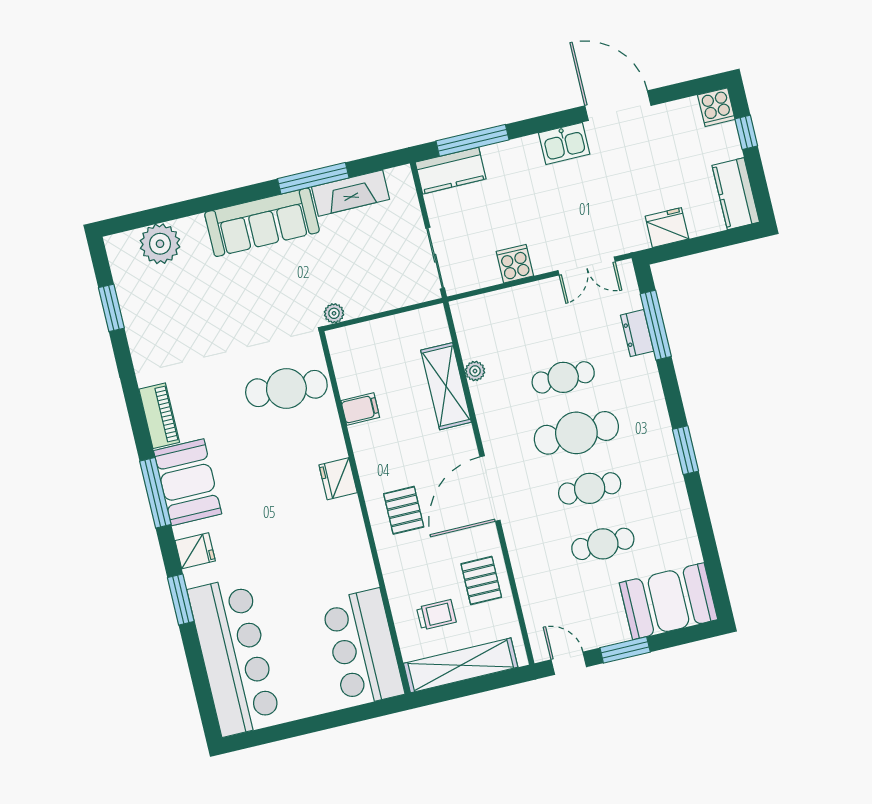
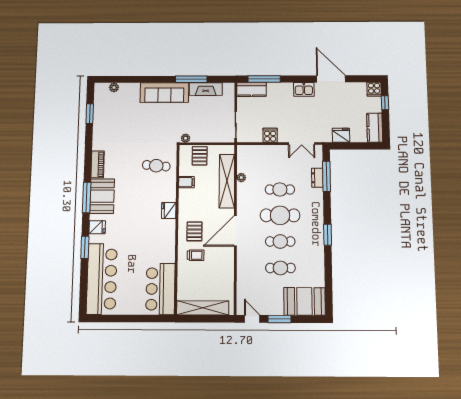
plant: (160, 244) -> (114, 87), width x0.53, depth x0.53
shelving: (446, 386) -> (227, 181), width x1.47
cafe table: (286, 389) -> (156, 166), width x0.73, depth x0.74
pallet: (481, 581) -> (200, 156), moved
trolley: (436, 615) -> (196, 255), moved

